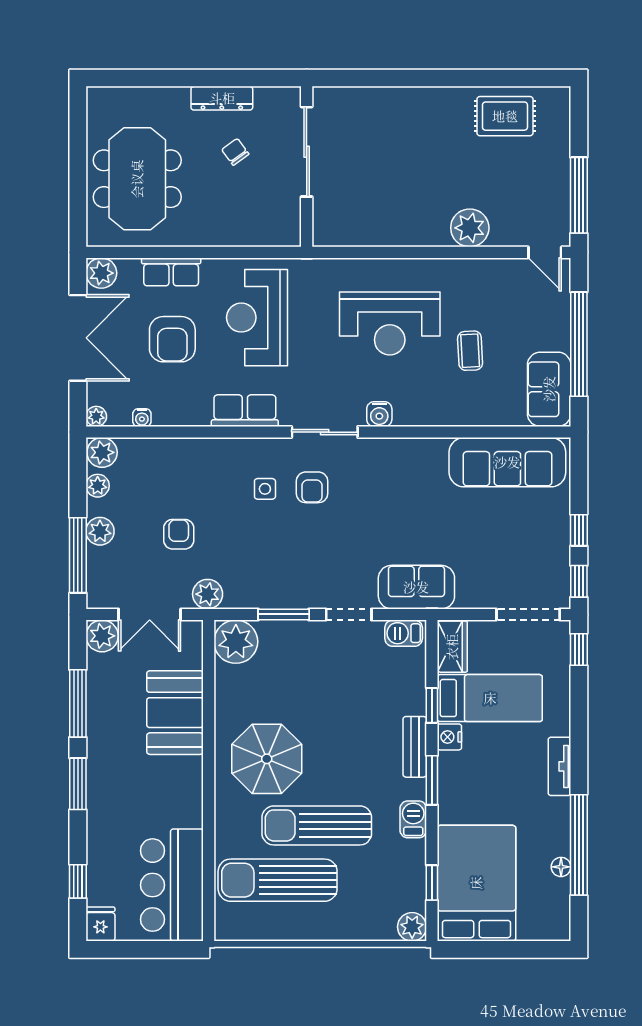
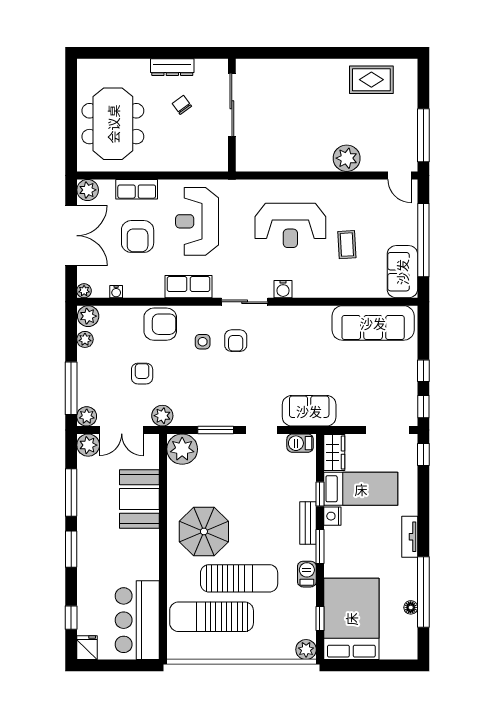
armchair: (205, 464) -> (160, 324), added
plant: (100, 531) -> (87, 416), moved
sun lounger: (317, 825) -> (239, 578), turned 180

